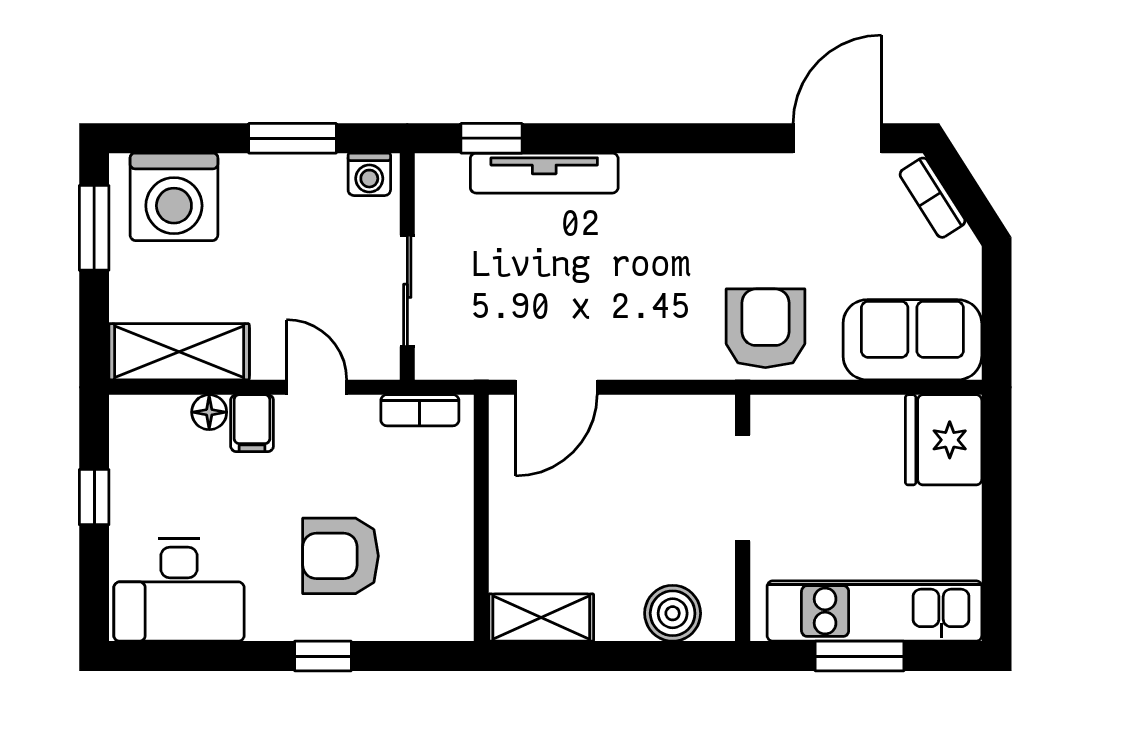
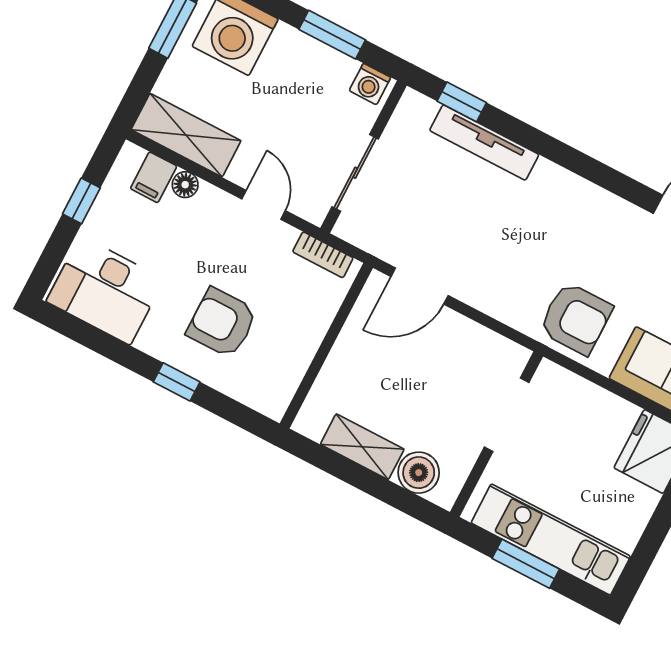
armchair: (765, 328) -> (576, 318), turned 90
filing cabinet: (252, 423) -> (154, 177), moved
shelving: (541, 618) -> (362, 447), moved

